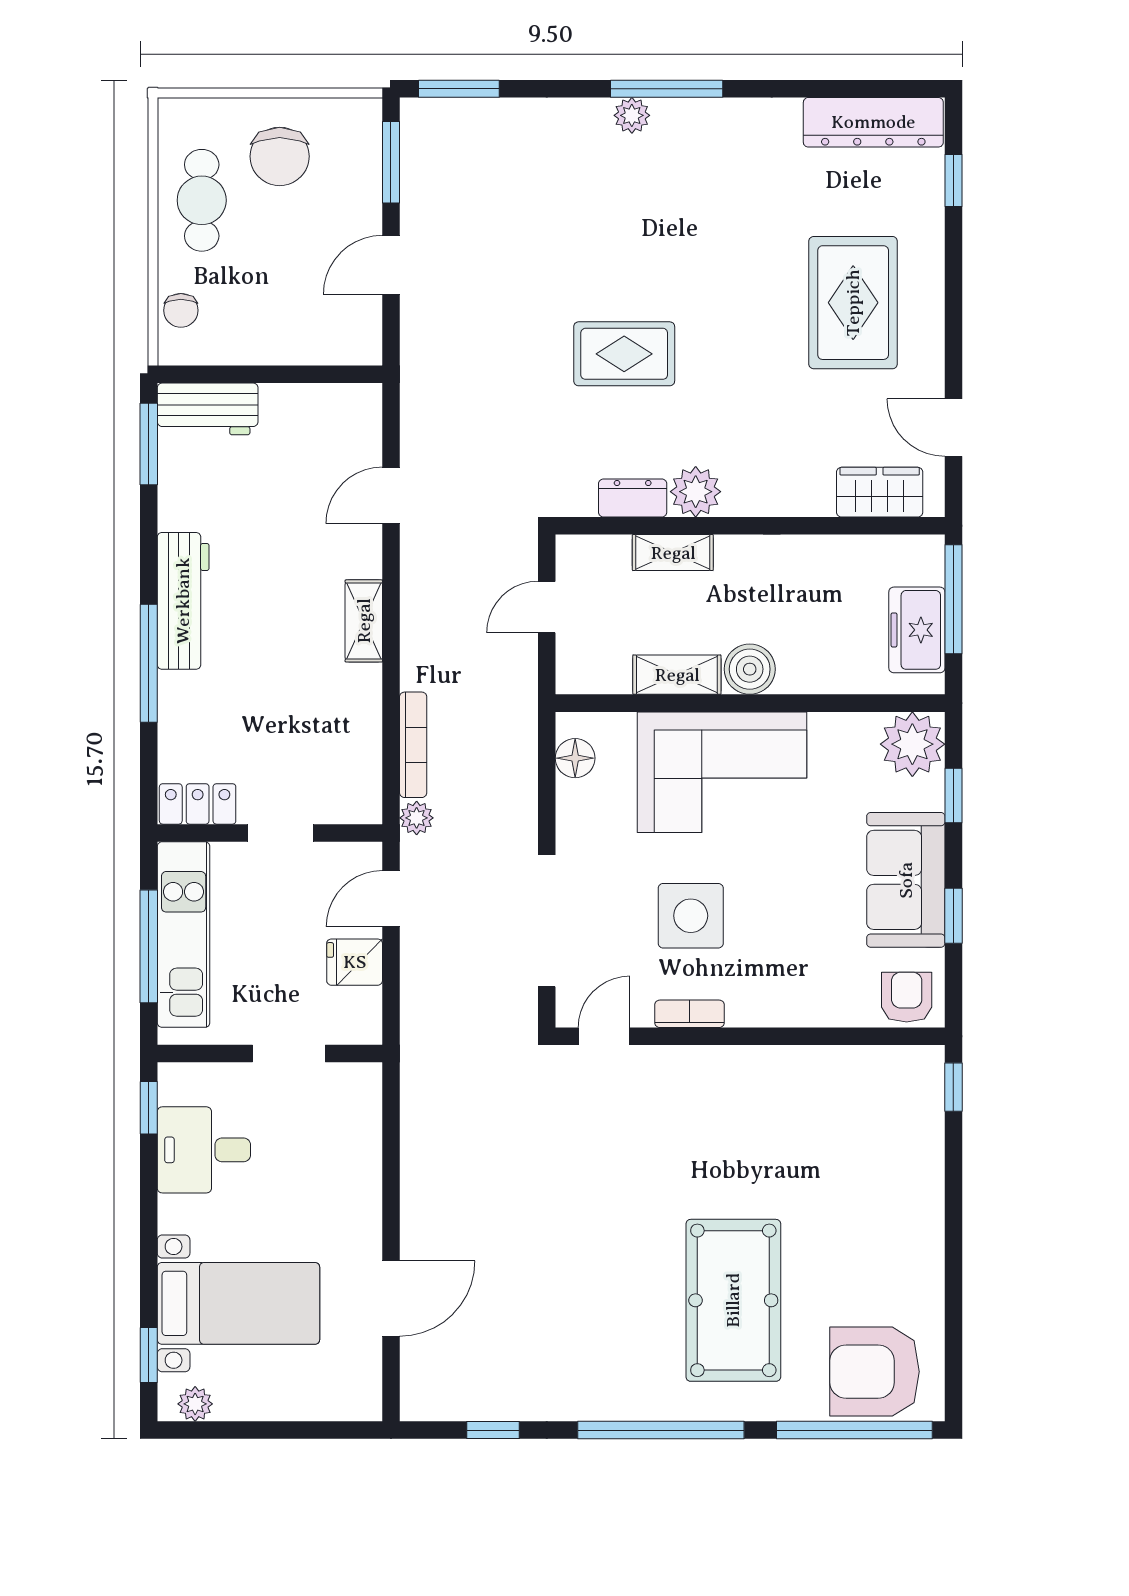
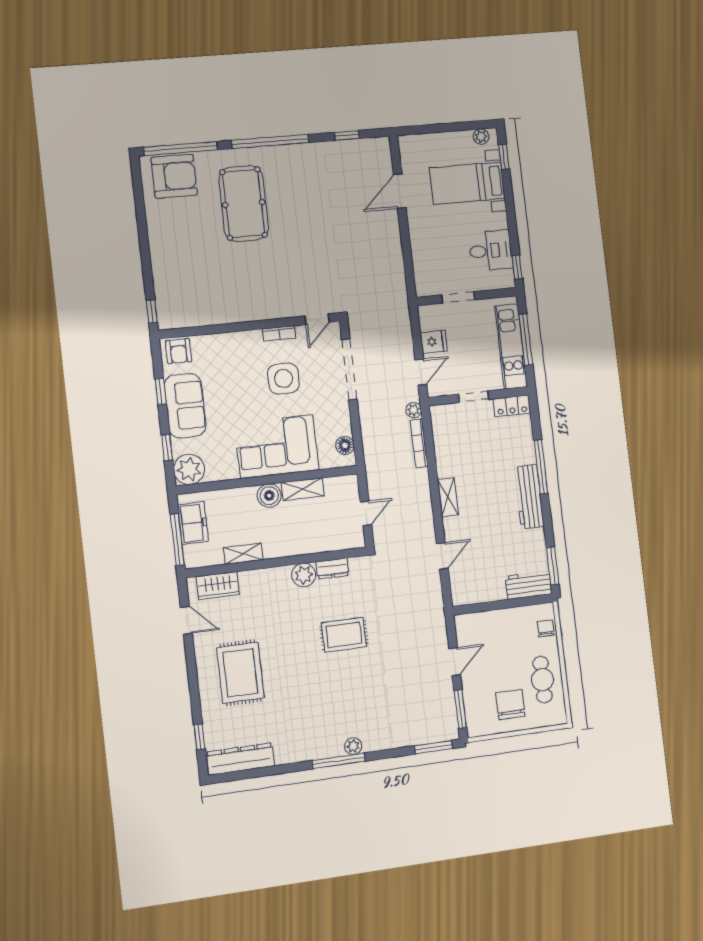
shelving: (673, 553) -> (243, 554), moved

